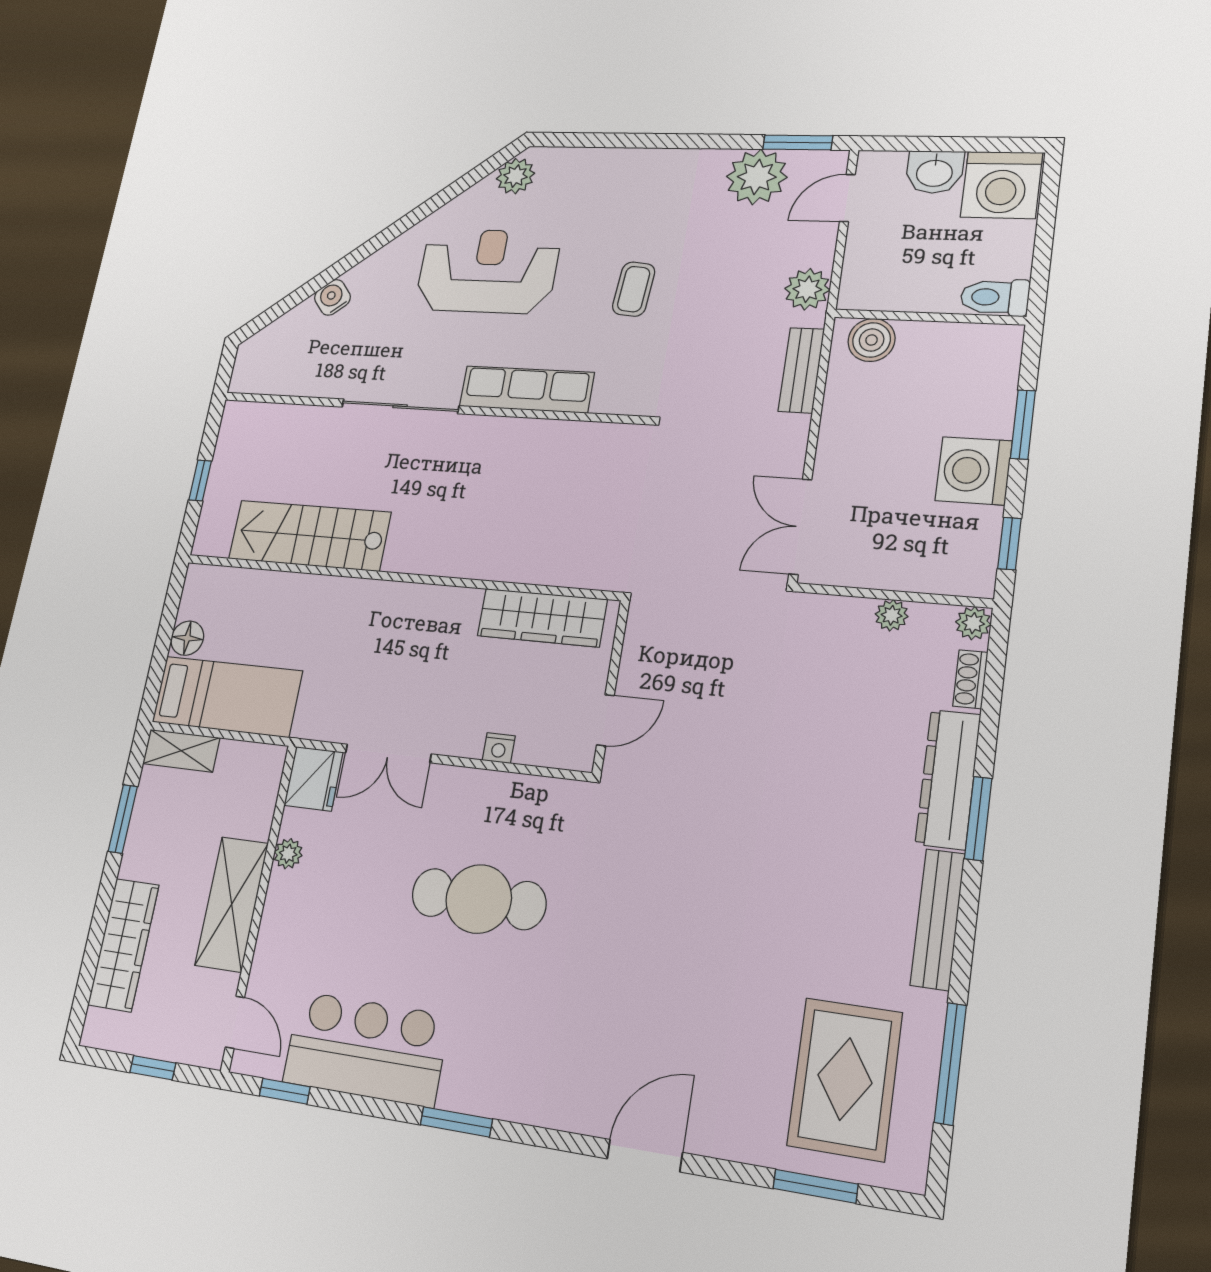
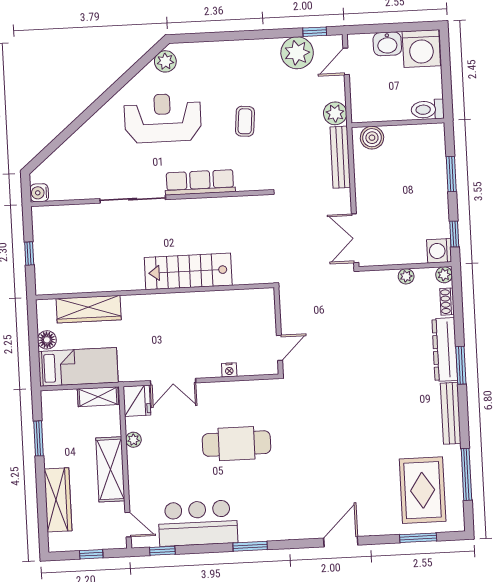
window: (798, 142) -> (315, 32), width x0.67
water cooler: (332, 297) -> (39, 193), moved, turned -50
bench: (801, 370) -> (340, 157), width x1.36
washing machine: (974, 471) -> (439, 251), moved, width x0.73, depth x0.73
stairs: (309, 536) -> (188, 271), moved
wardrobe: (542, 618) -> (89, 309), moved
shelving: (181, 751) -> (98, 397), moved

